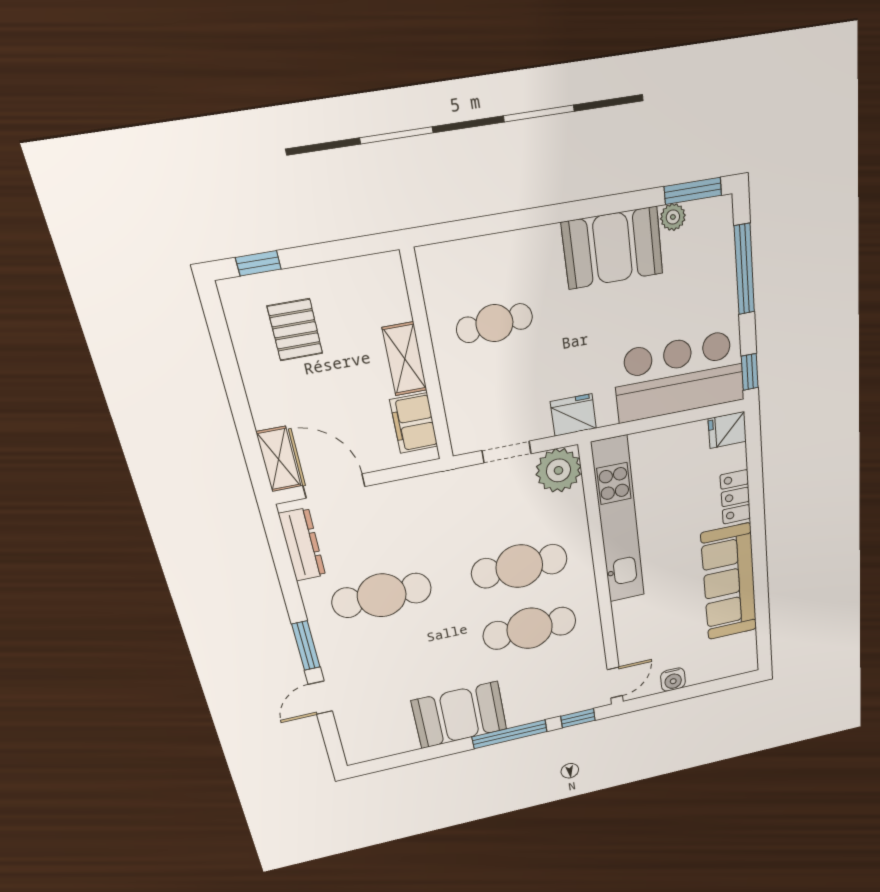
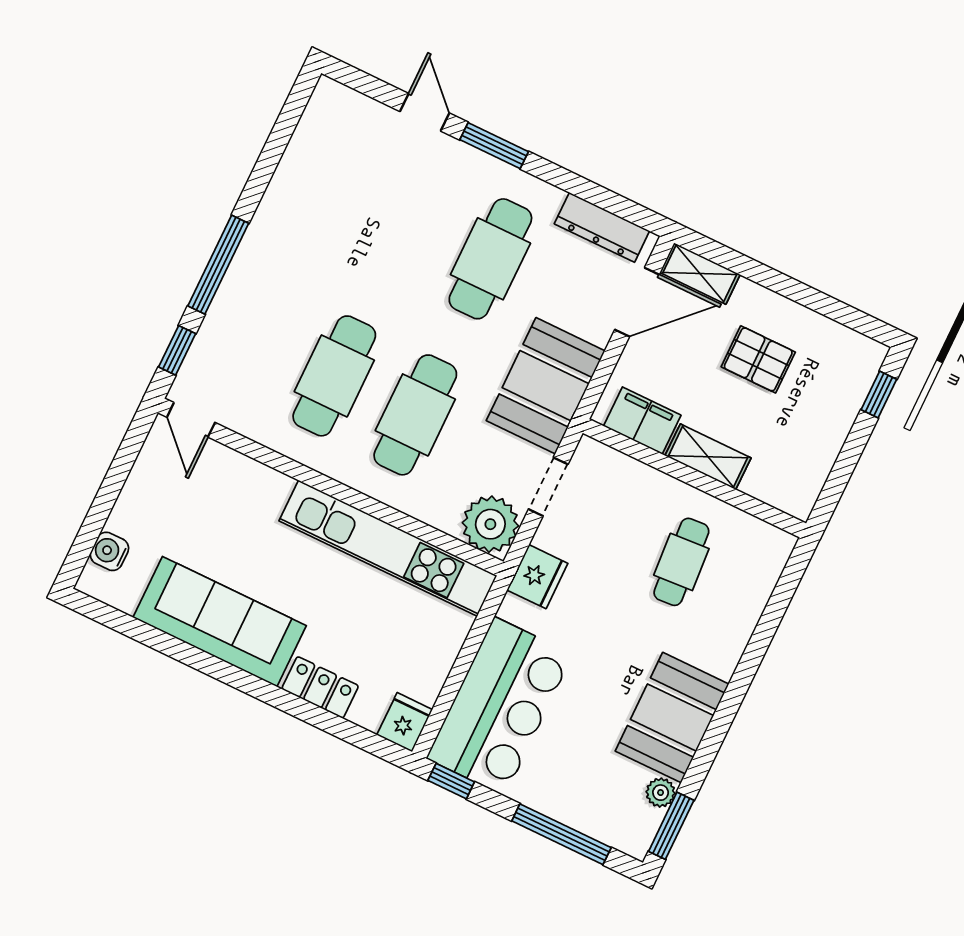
pallet: (295, 330) -> (758, 359), moved
water cooler: (673, 680) -> (109, 551), moved
booth: (459, 715) -> (546, 386), moved

